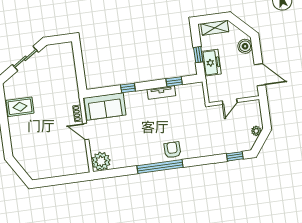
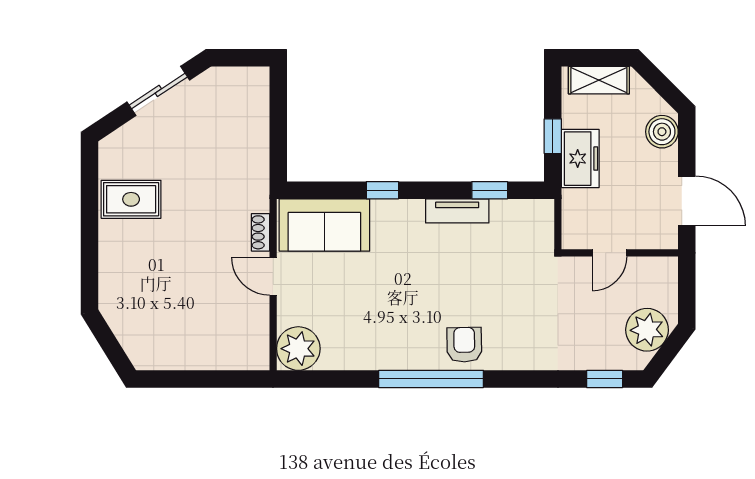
plant: (256, 131) -> (647, 330), width x1.88, depth x1.88

